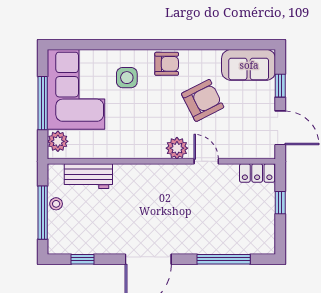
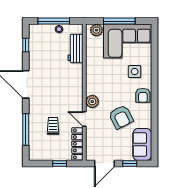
door: (206, 161) -> (84, 119), swing flipped
locker: (257, 173) -> (77, 144), width x1.53
trolley: (218, 214) -> (53, 126), added

